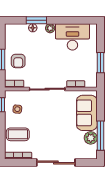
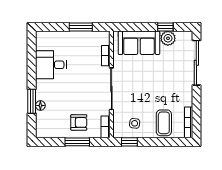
plant: (50, 28) -> (41, 85), removed
desk: (72, 37) -> (51, 65), width x0.73
window: (101, 136) -> (165, 27), width x0.46
sliding door: (56, 162) -> (196, 63), moved

